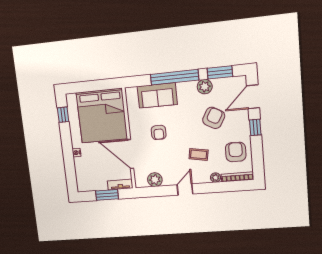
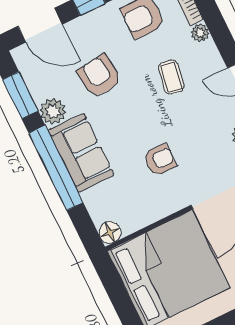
floor lamp: (131, 93) -> (110, 232), added
sofa: (157, 95) -> (81, 153), moved
armchair: (214, 118) -> (99, 76), turned 55

